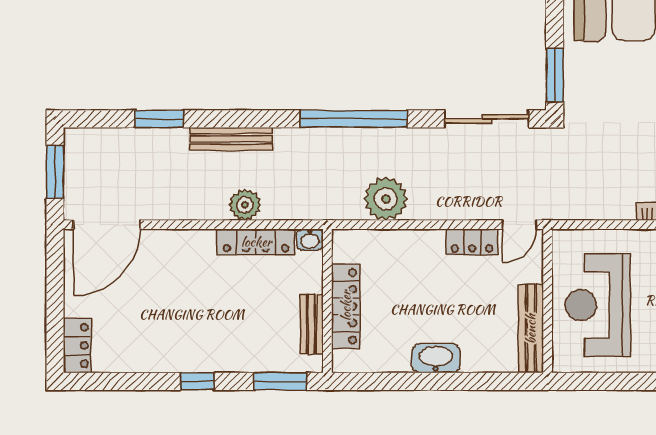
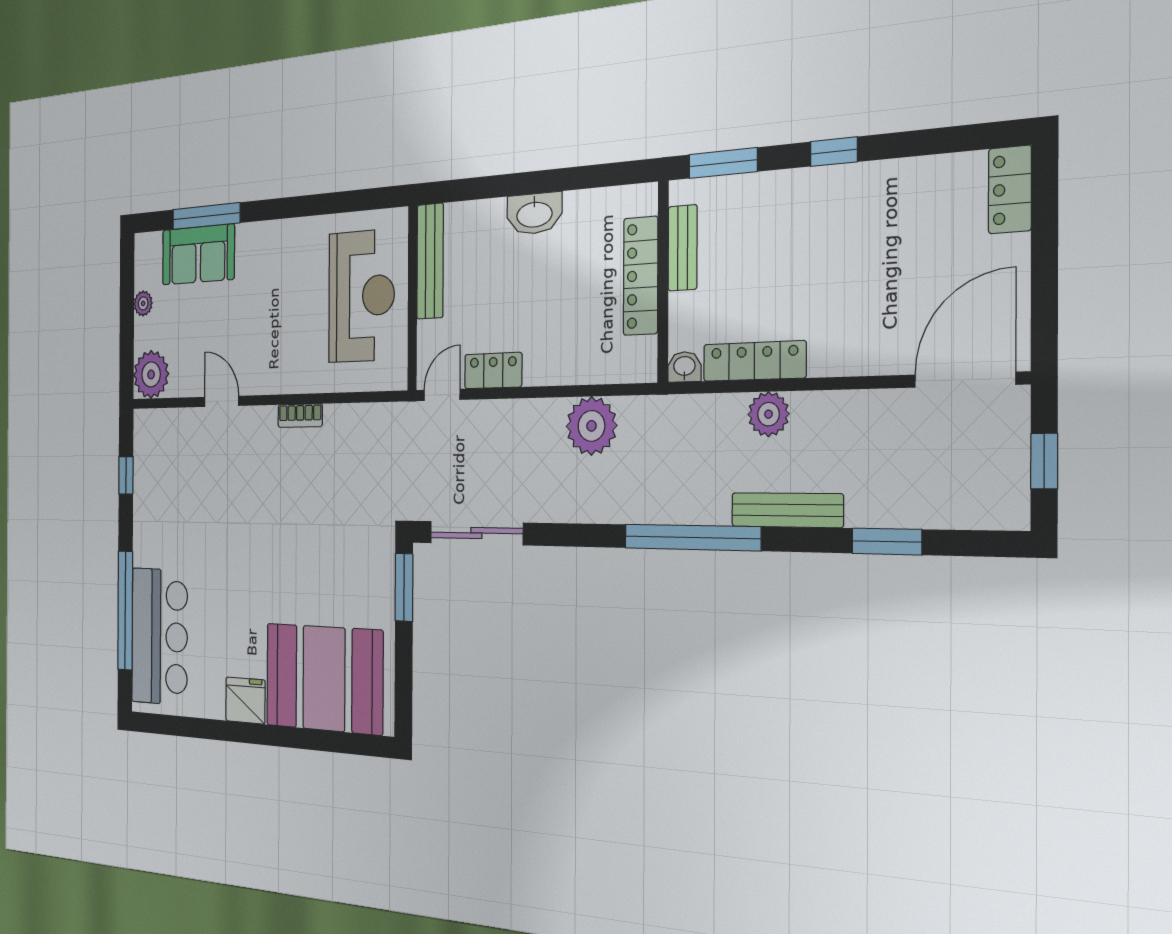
window: (354, 119) -> (692, 537), moved
window: (55, 172) -> (1044, 461), width x0.67

